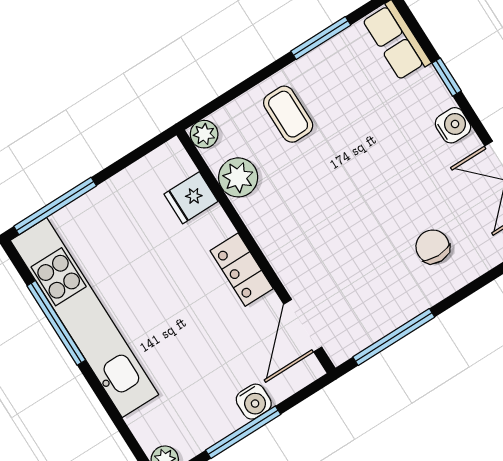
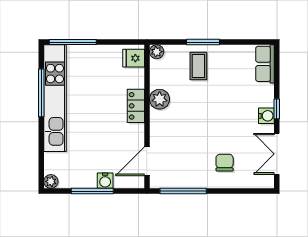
window: (321, 38) -> (203, 42), moved
window: (447, 77) -> (277, 109), moved
plant: (238, 177) -> (160, 99), moved
fridge: (191, 198) -> (134, 58), moved
locker: (242, 270) -> (136, 106), moved

